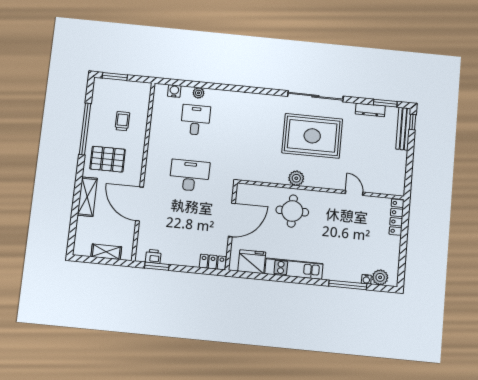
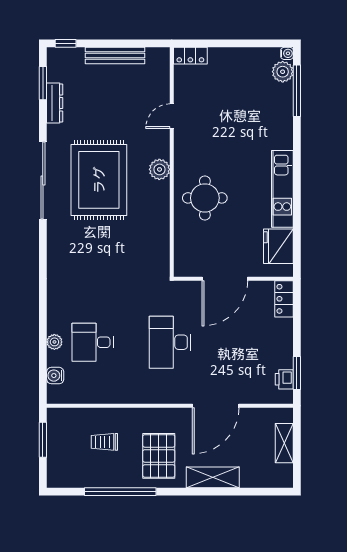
window: (115, 76) -> (43, 440), moved
bench: (403, 129) -> (115, 55), moved
plant: (296, 178) -> (159, 169), moved
locker: (397, 217) -> (190, 56), width x0.66
door: (232, 220) -> (225, 279), swing flipped
water cooler: (366, 279) -> (287, 53), moved
window: (348, 285) -> (297, 91), moved

